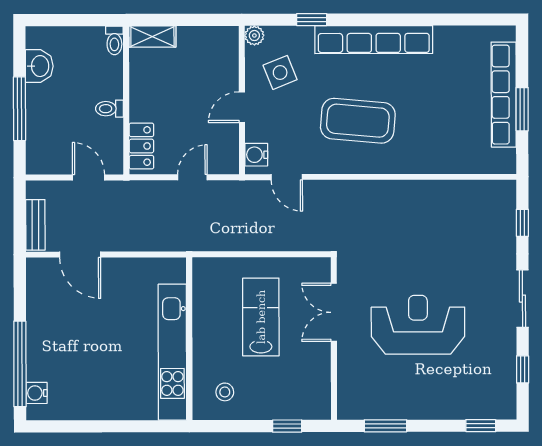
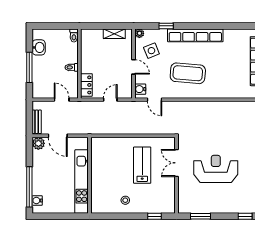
shelving: (152, 37) -> (114, 34), moved
door: (242, 107) -> (134, 67), swing flipped
plant: (39, 271) -> (38, 143), added
wall: (189, 339) -> (90, 175), moved
kitchen unit: (172, 352) -> (82, 182), moved

